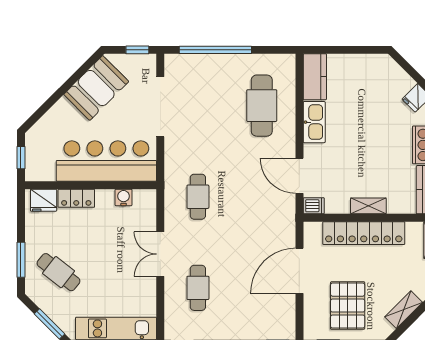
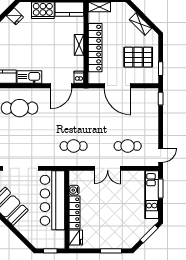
locker: (76, 198) -> (74, 212), width x1.53
cafe table: (58, 272) -> (118, 229), removed

